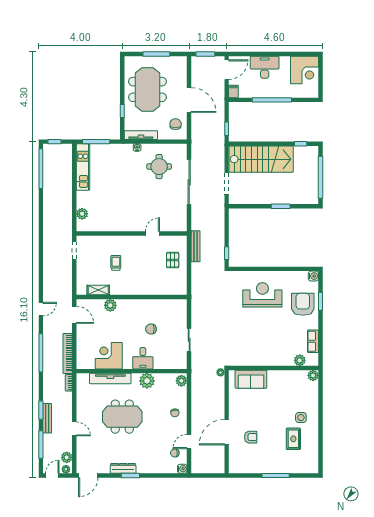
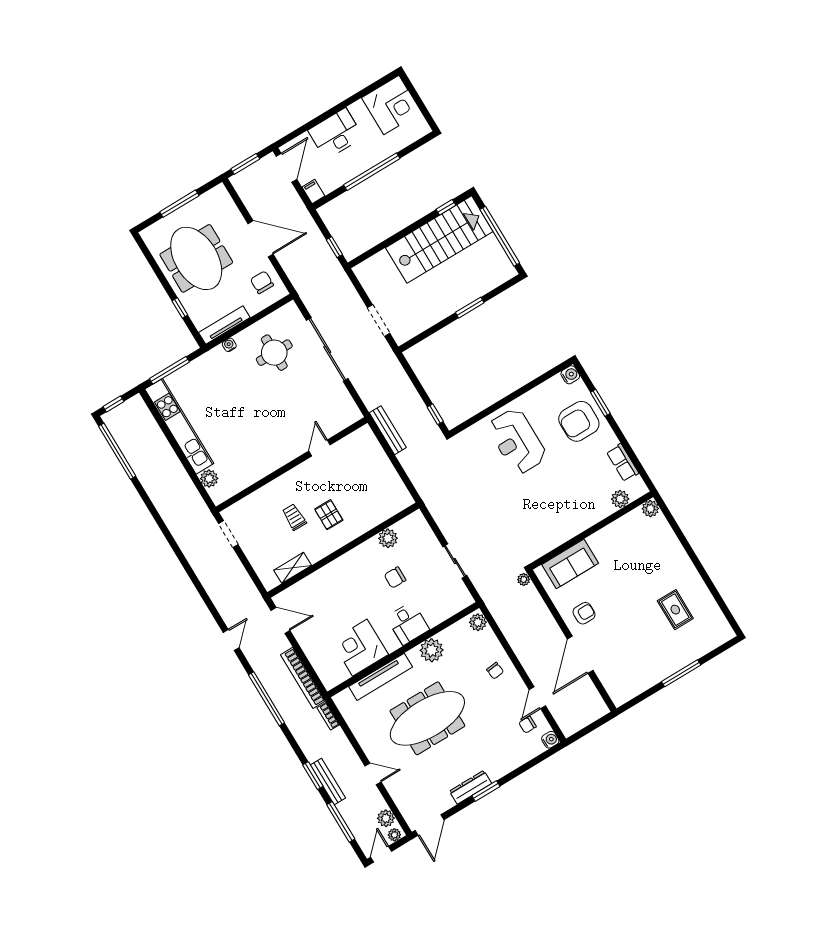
stairs: (261, 159) -> (439, 240), moved
kitchen unit: (83, 167) -> (179, 426), width x1.36
pallet: (173, 260) -> (329, 515), moved
reception desk: (262, 295) -> (517, 441), turned -90
armchair: (303, 304) -> (579, 421), turned -90
plant: (110, 305) -> (388, 538), moved
meeting table: (122, 417) -> (427, 718), width x1.36
side table: (301, 418) -> (668, 575), removed
armchair: (251, 437) -> (584, 613), moved

